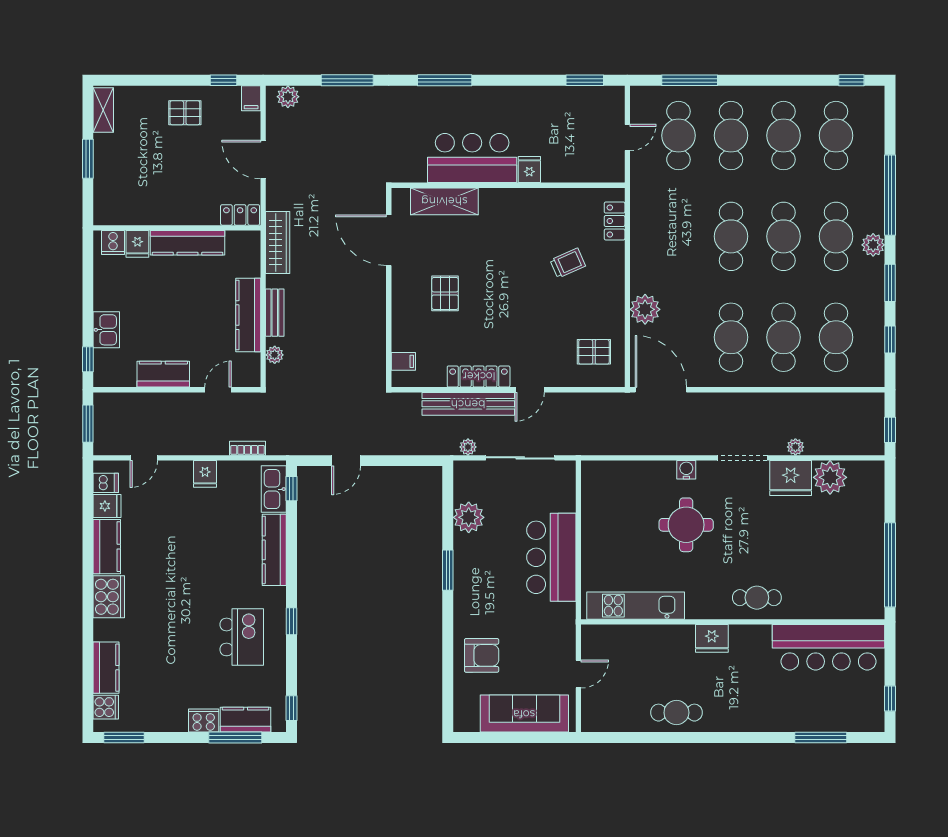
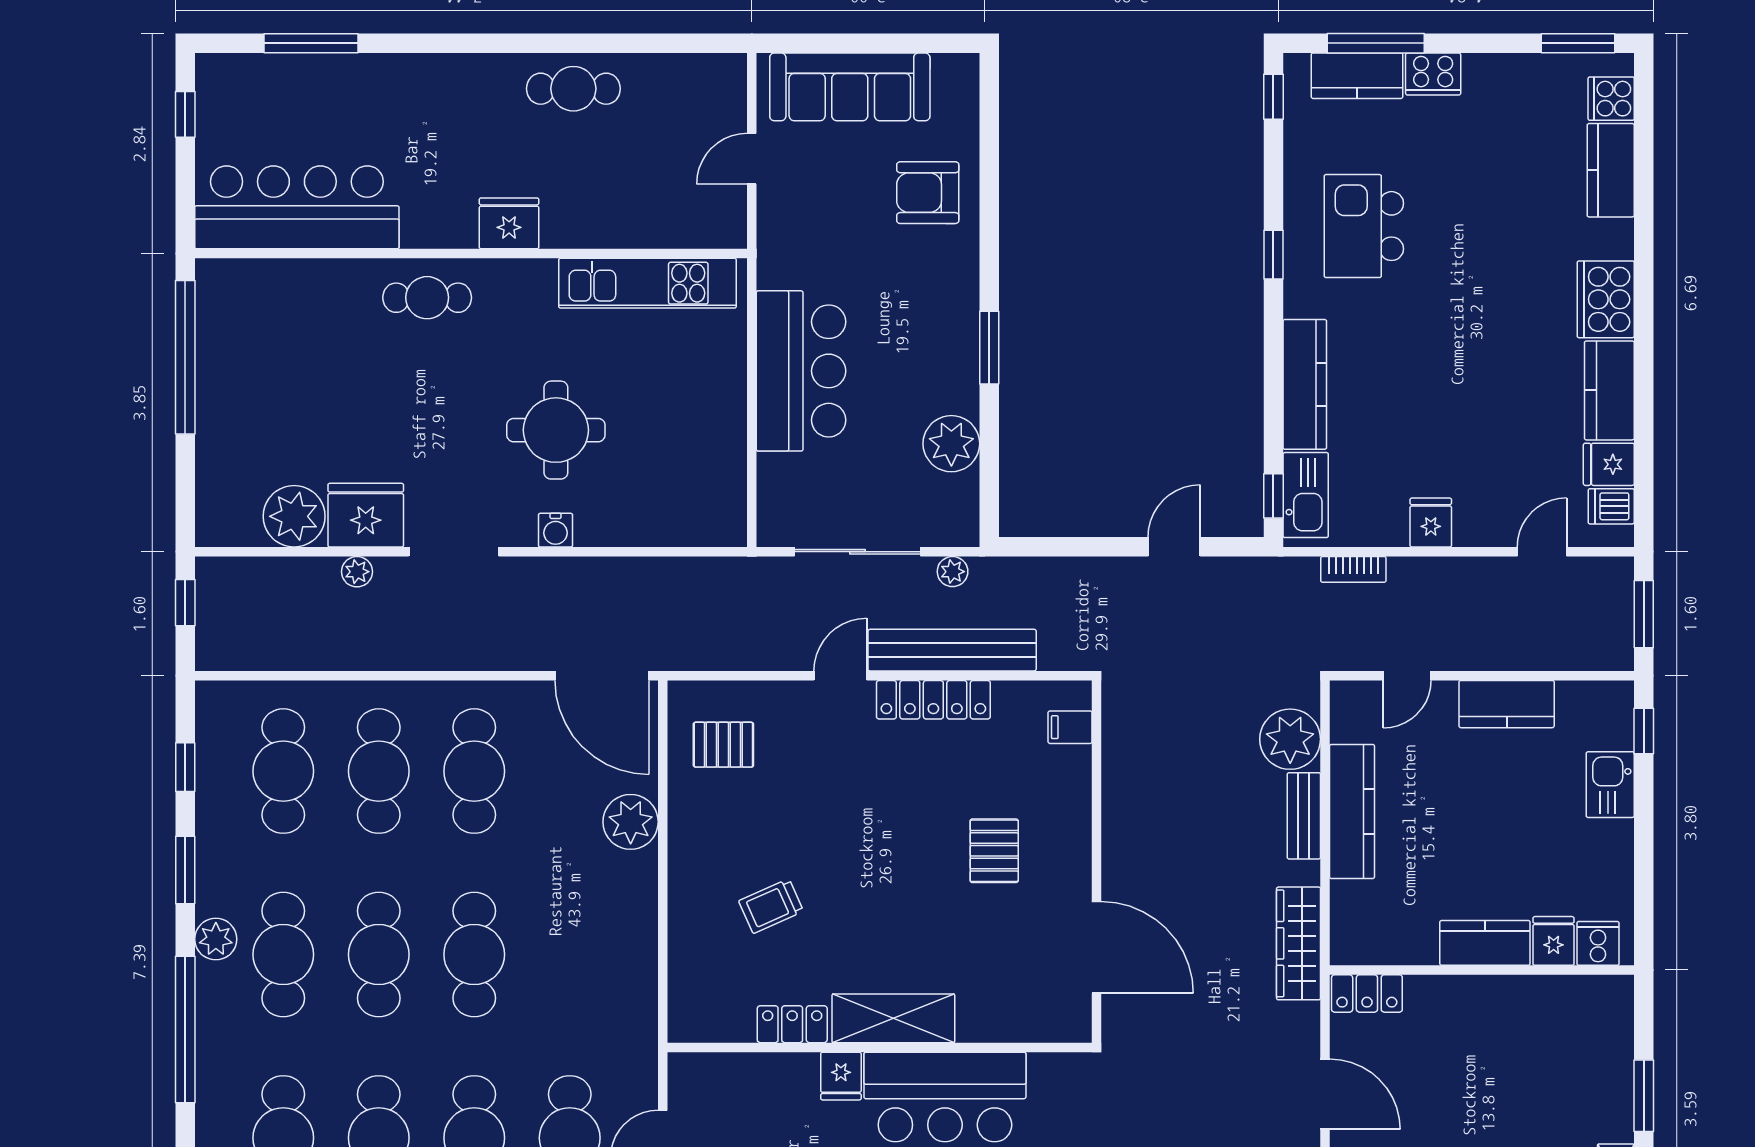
shelving: (444, 201) -> (893, 1018), moved
locker: (615, 221) -> (792, 1024), moved, turned -90
kitchen counter: (188, 243) -> (1485, 943), width x0.67
plant: (275, 355) -> (1290, 739), width x1.88, depth x1.88

